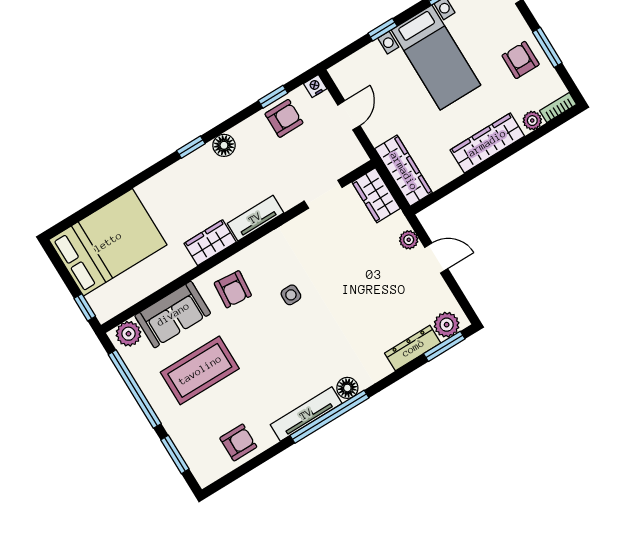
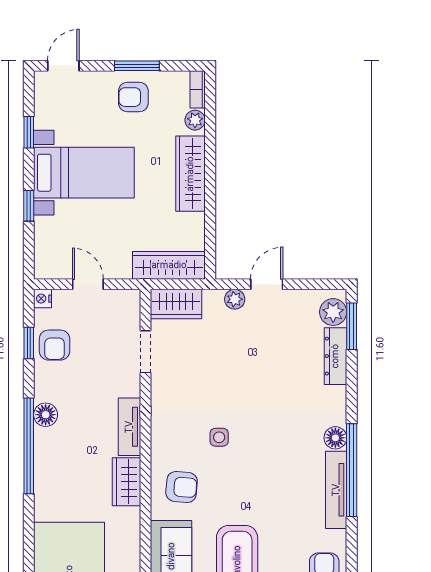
armchair: (284, 118) -> (55, 345), turned 180
window: (191, 147) -> (29, 446), width x3.17

